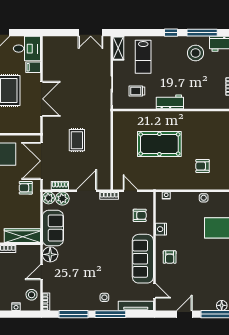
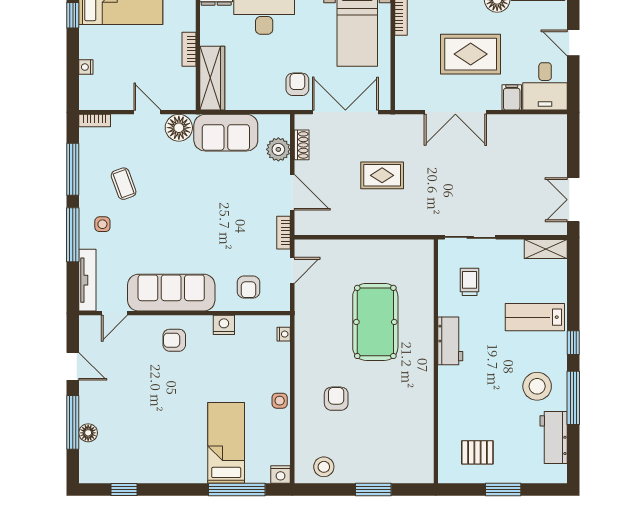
lab bench: (143, 57) -> (535, 317), moved
plant: (49, 198) -> (279, 125), removed
coffee table: (82, 286) -> (124, 184), added
stool: (32, 295) -> (107, 95), removed

